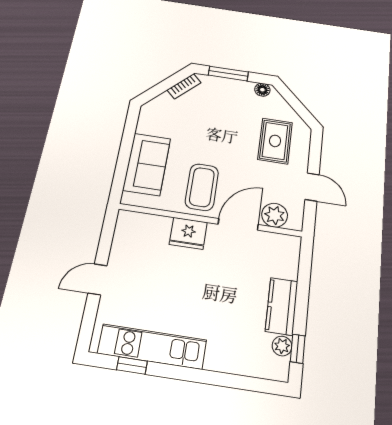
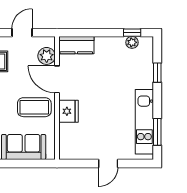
door: (97, 279) -> (108, 163), hinge flipped
kitchen counter: (282, 306) -> (76, 45), moved
window: (132, 365) -> (157, 132), width x1.50
window: (229, 380) -> (157, 73), added

